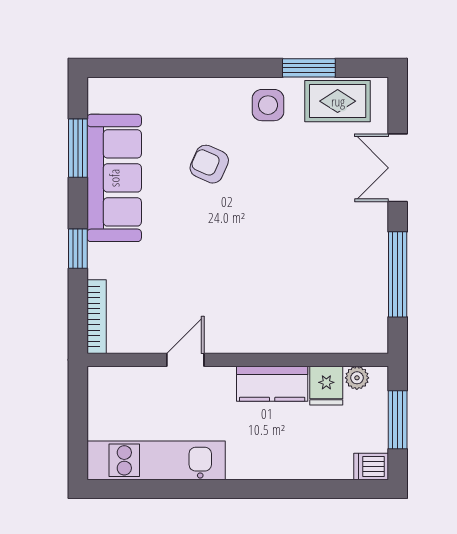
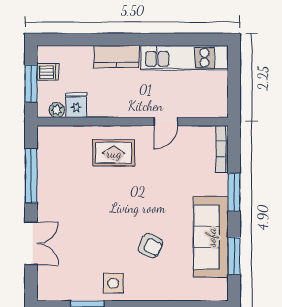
rug: (338, 101) -> (114, 153), moved
window: (78, 249) -> (234, 192), width x1.50
kitchen counter: (272, 384) -> (116, 57), moved, turned 180
dishwasher: (371, 466) -> (48, 72), moved

